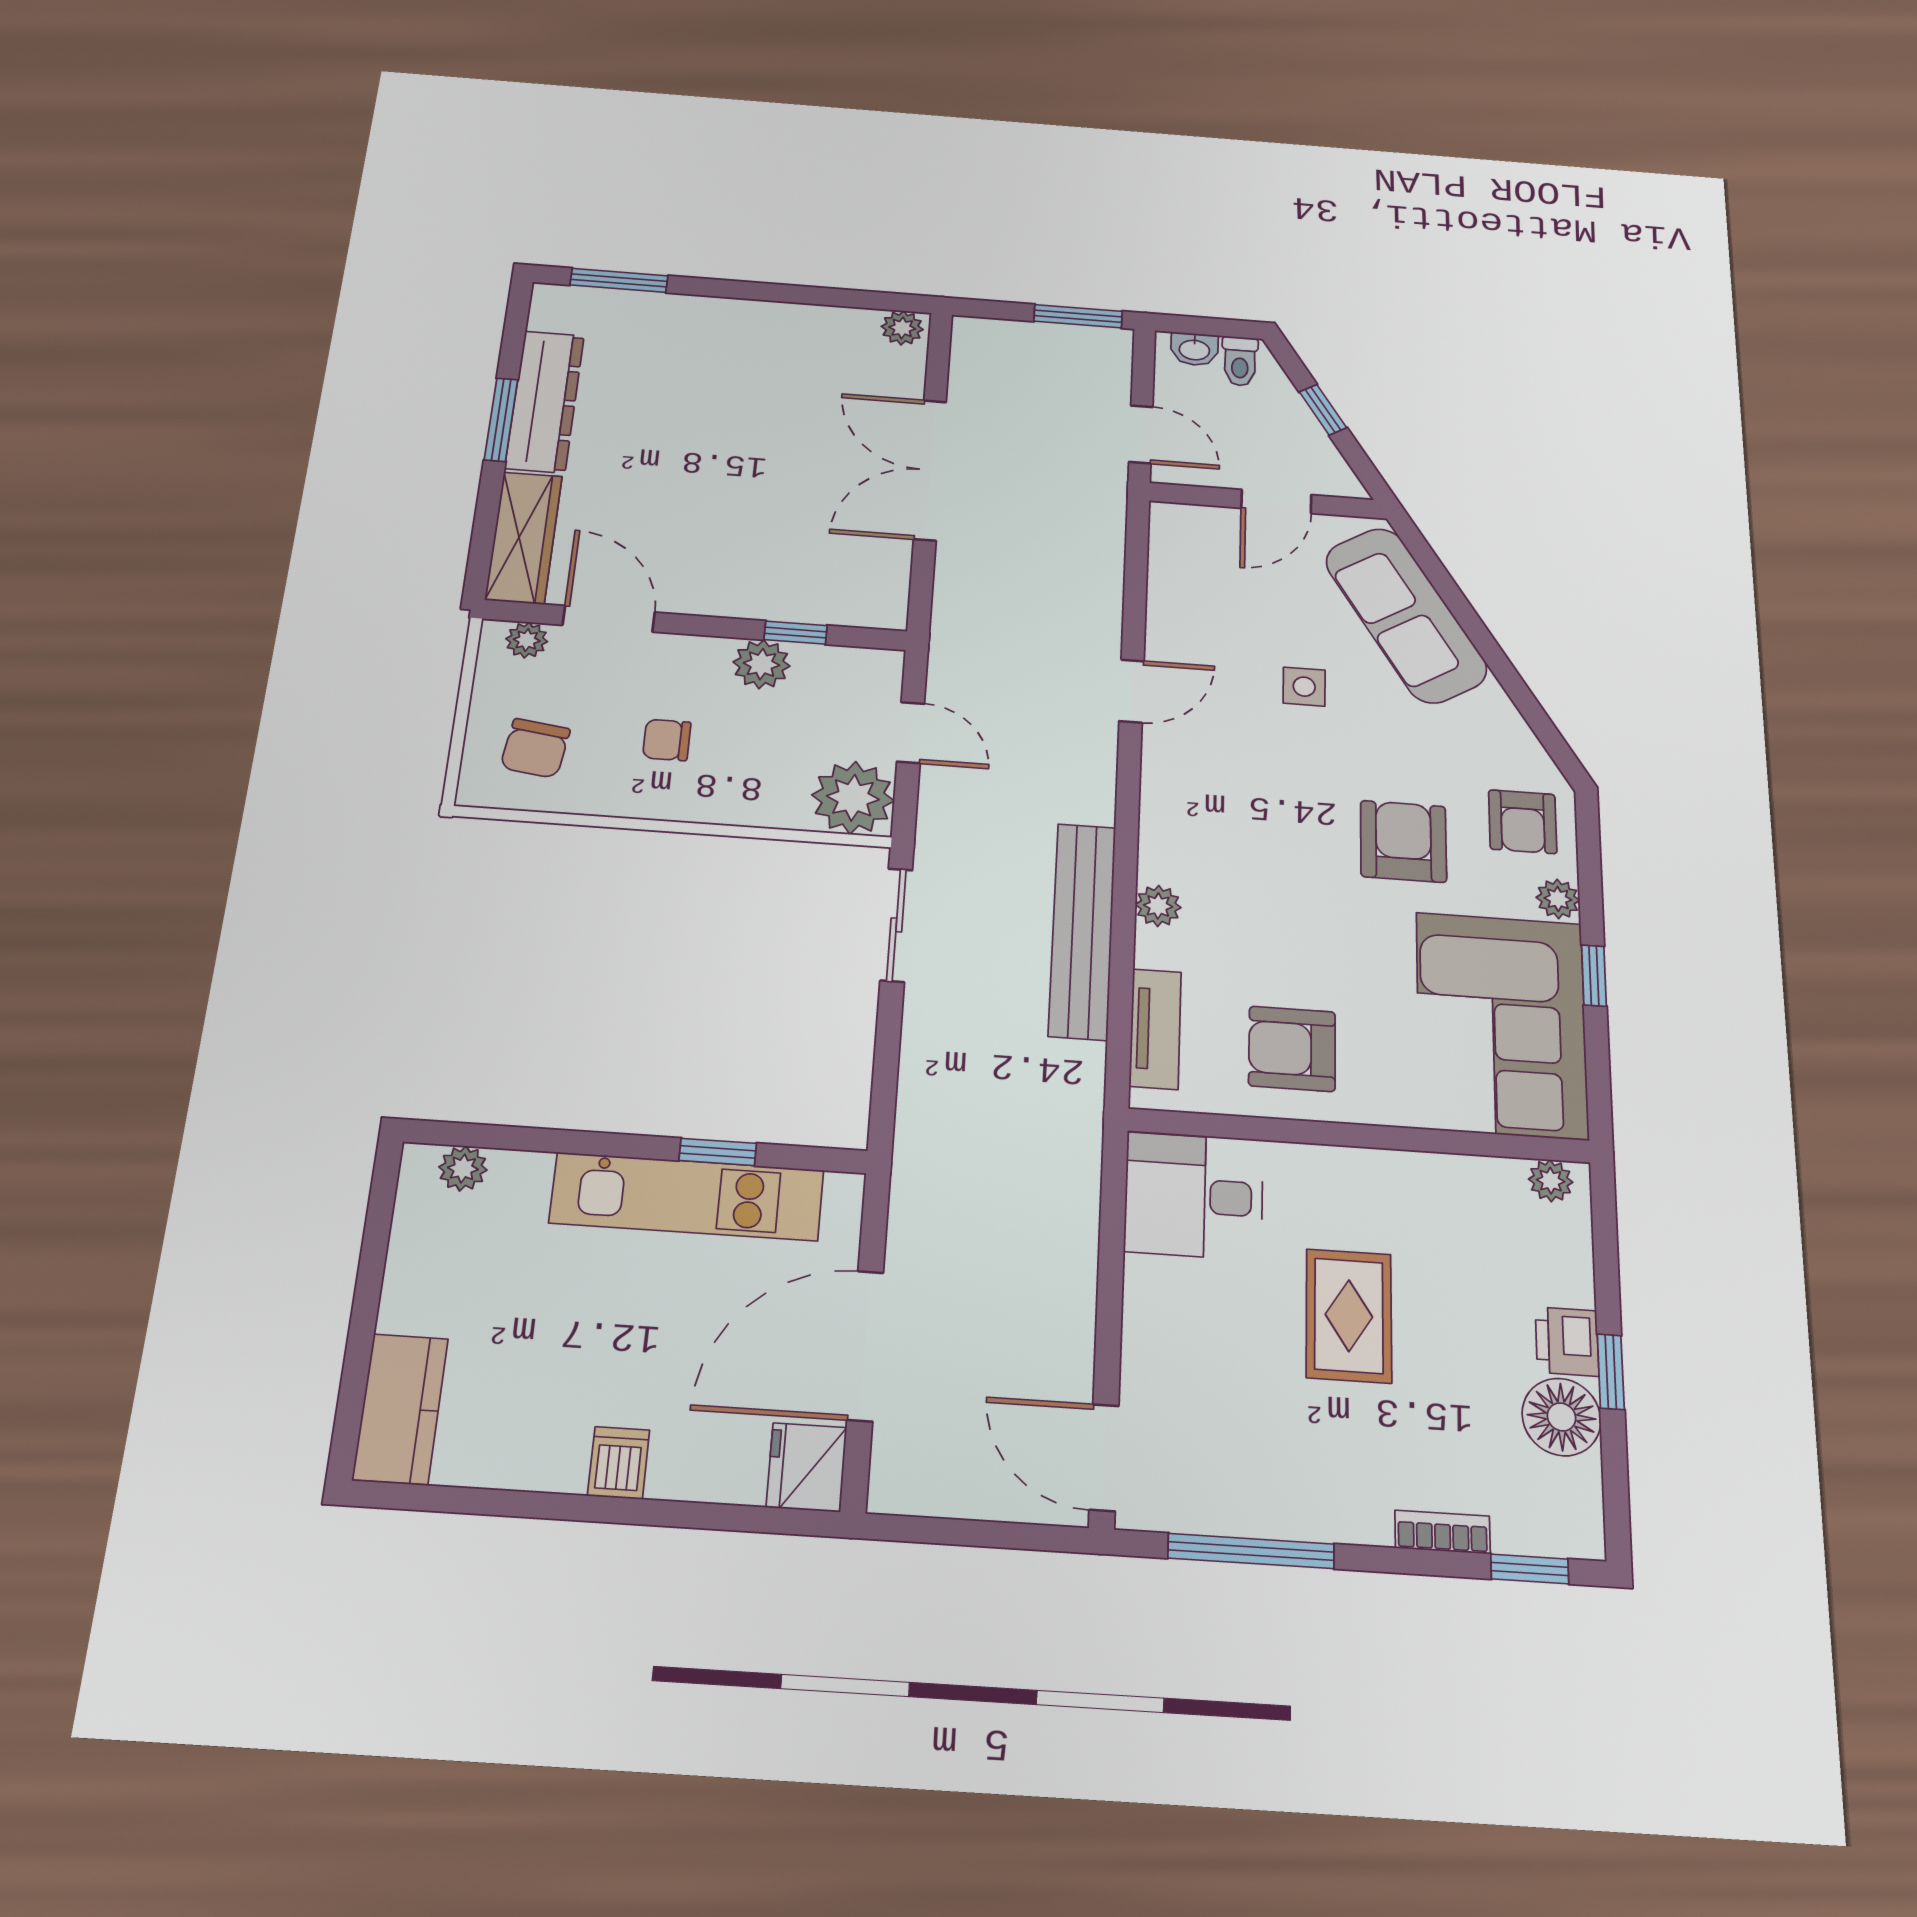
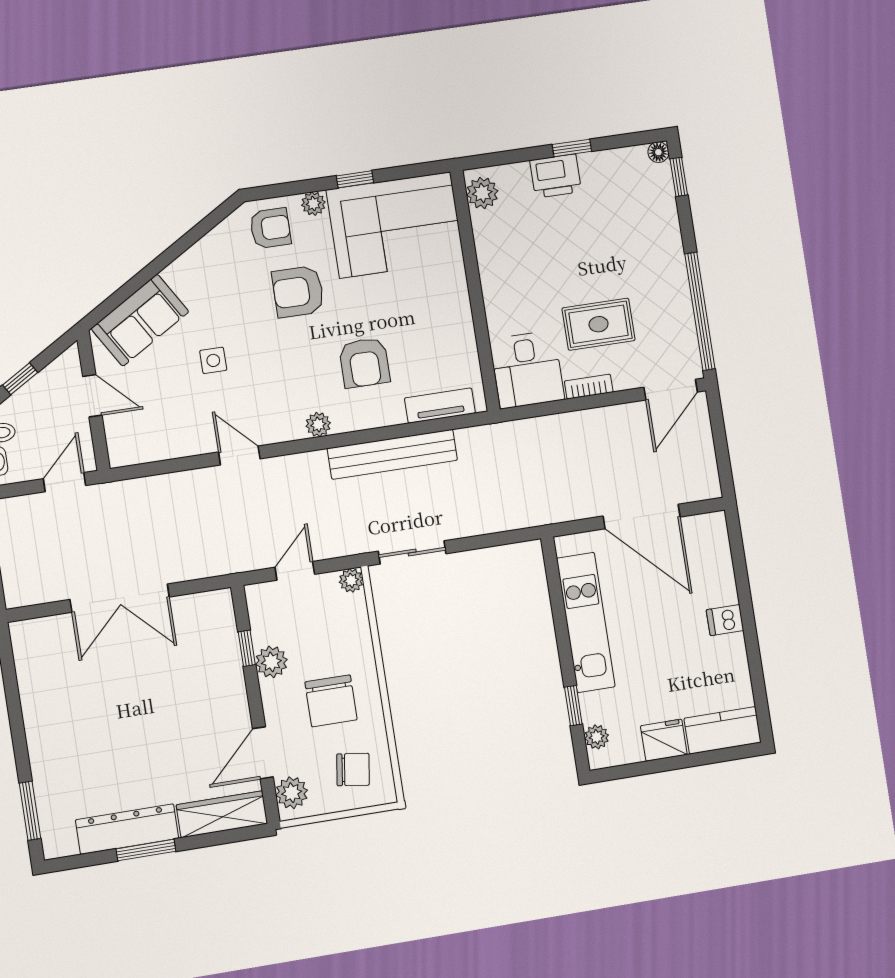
plant: (902, 328) -> (23, 637), removed
sofa: (1406, 615) -> (140, 320), width x0.73
plant: (527, 640) -> (292, 793), width x1.38, depth x1.38
chair: (667, 740) -> (331, 701), width x1.87, depth x1.87
plant: (853, 798) -> (351, 580), width x0.53, depth x0.53
plant: (1158, 906) -> (318, 425), moved
armchair: (1292, 1049) -> (364, 363), moved
window: (718, 1152) -> (573, 706), moved
plant: (1551, 1181) -> (482, 193), width x1.38, depth x1.38
rug: (1349, 1316) -> (599, 324), moved
printer: (1567, 1341) -> (556, 176), width x1.36, depth x1.24
floor lamp: (1562, 1417) -> (658, 152), moved, width x0.53, depth x0.53
fridge: (807, 1467) -> (664, 740), moved, turned 180
bookcase: (1443, 1532) -> (589, 387), moved, turned 90
window: (1251, 1551) -> (700, 311), width x1.46

